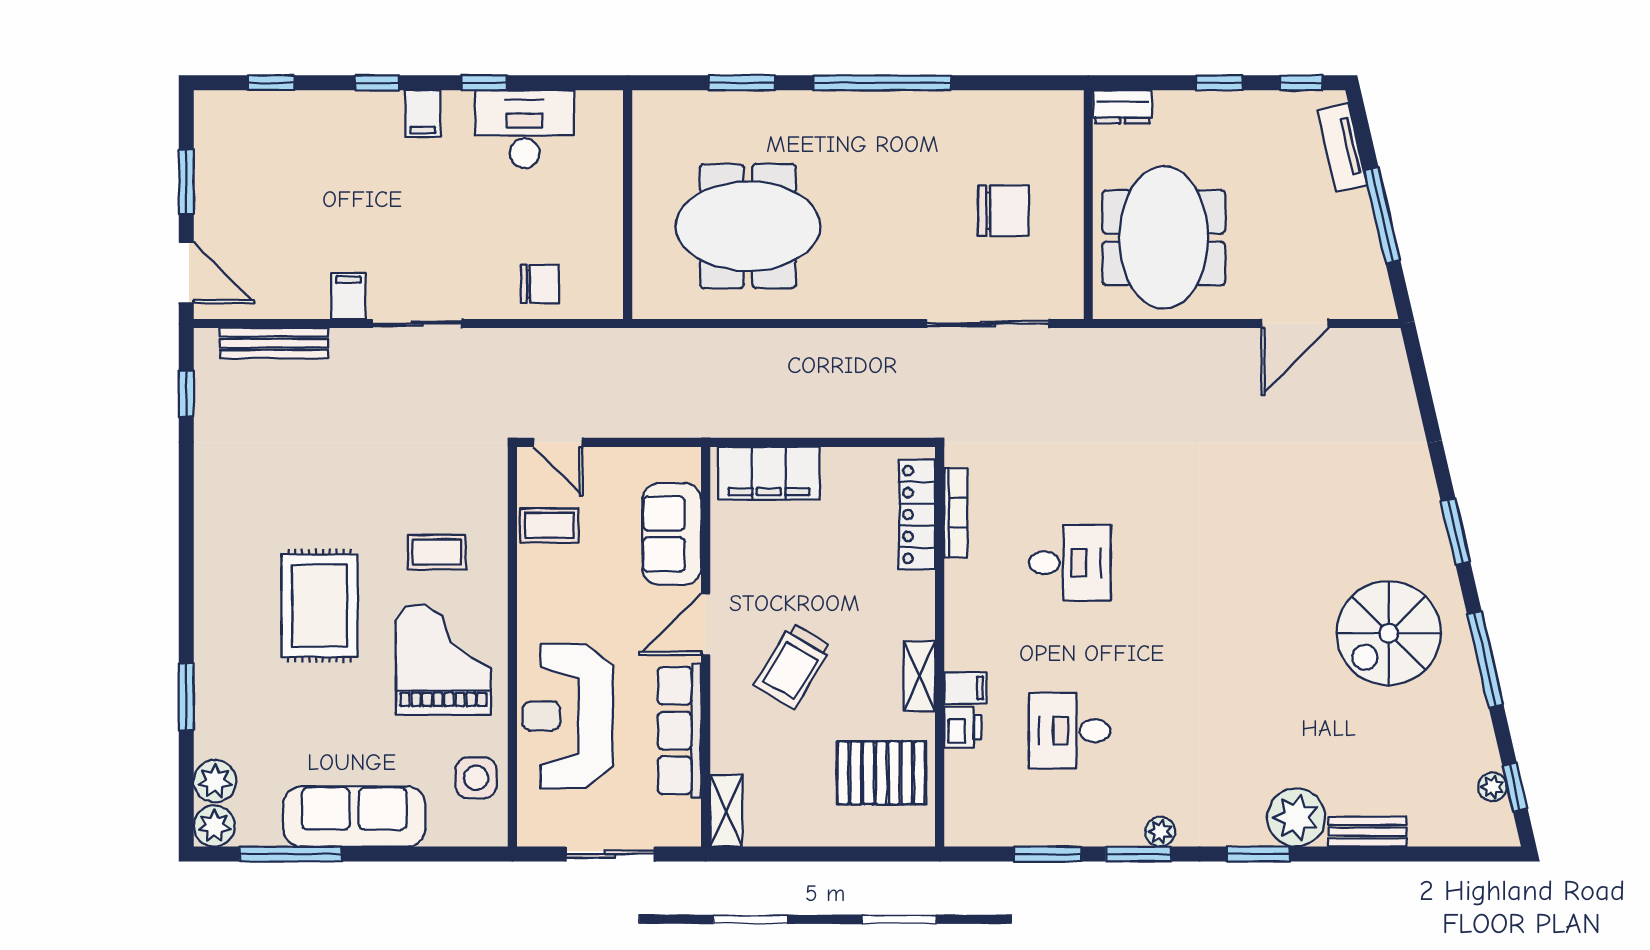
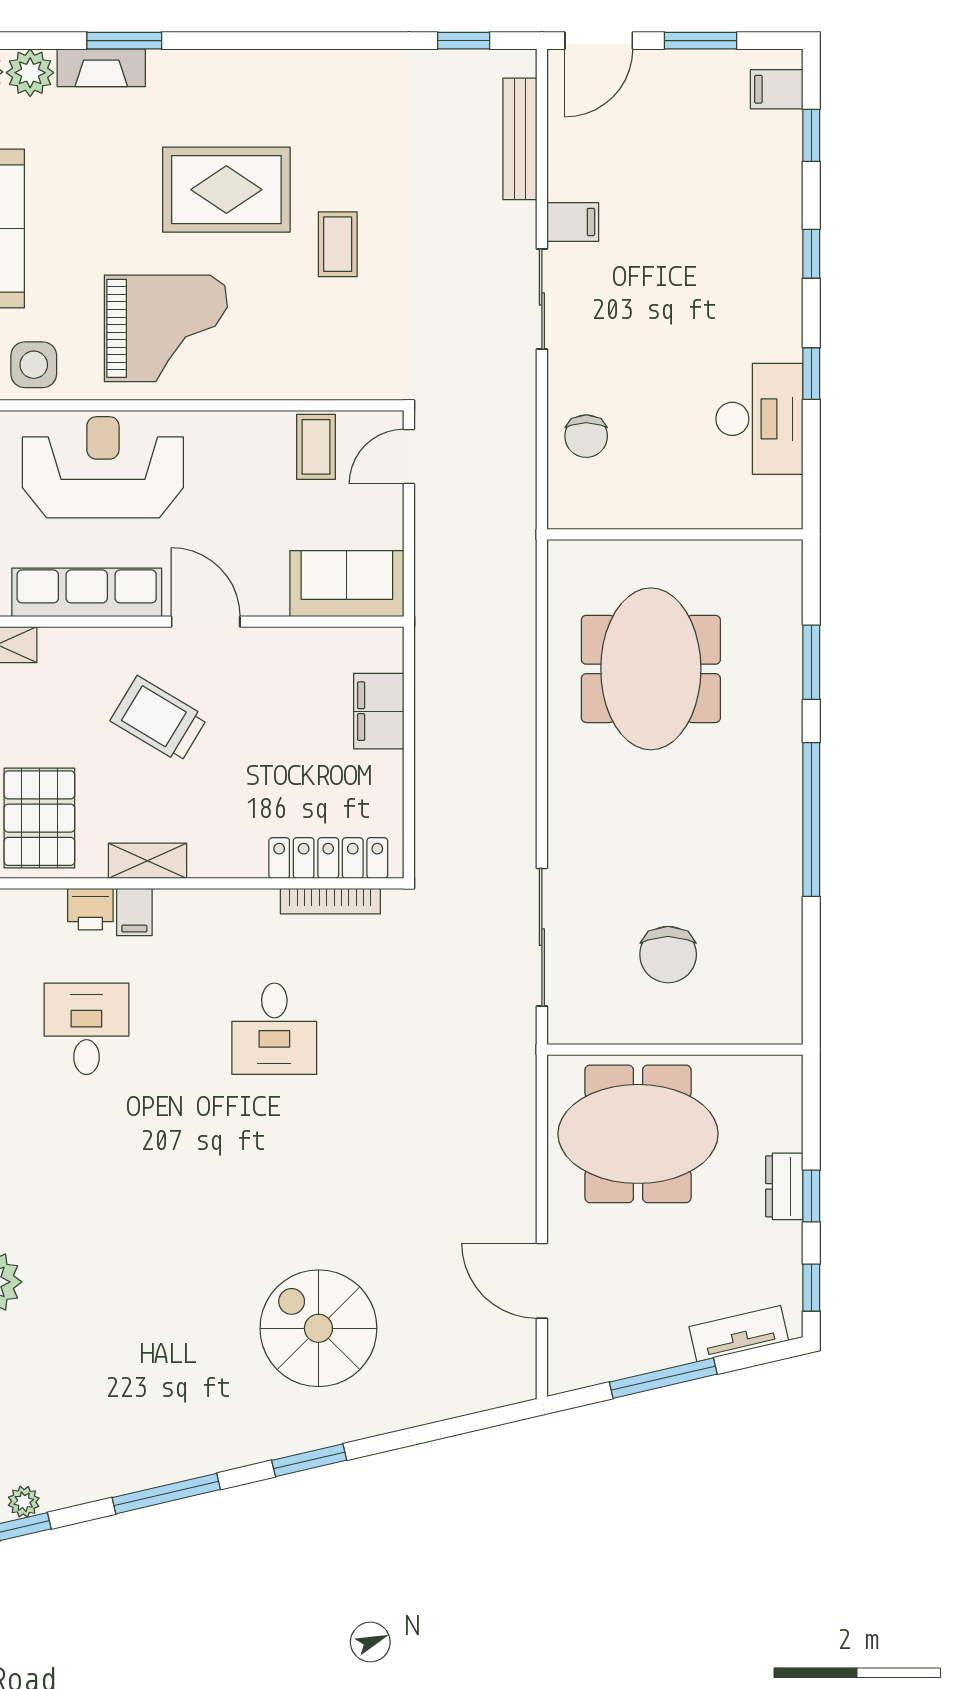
dresser: (1122, 107) -> (784, 1186), moved
filing cabinet: (423, 114) -> (777, 89), moved
filing cabinet: (769, 473) -> (379, 711), width x0.67, depth x0.86
sofa: (672, 534) -> (347, 584), moved
coffee table: (437, 552) -> (338, 244), moved
spiral stairs: (1389, 633) -> (318, 1328), moved
fireplace: (211, 717) -> (101, 68), added

